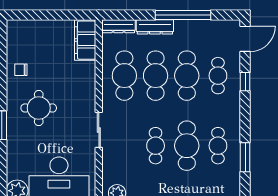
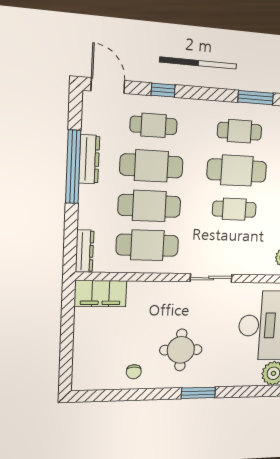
dresser: (155, 27) -> (89, 159), moved

